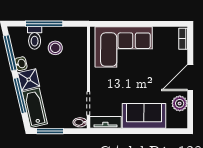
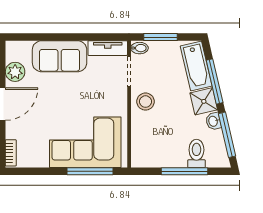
window: (120, 24) -> (90, 171), added
stool: (55, 48) -> (146, 102), moved
window: (50, 131) -> (160, 37), moved

